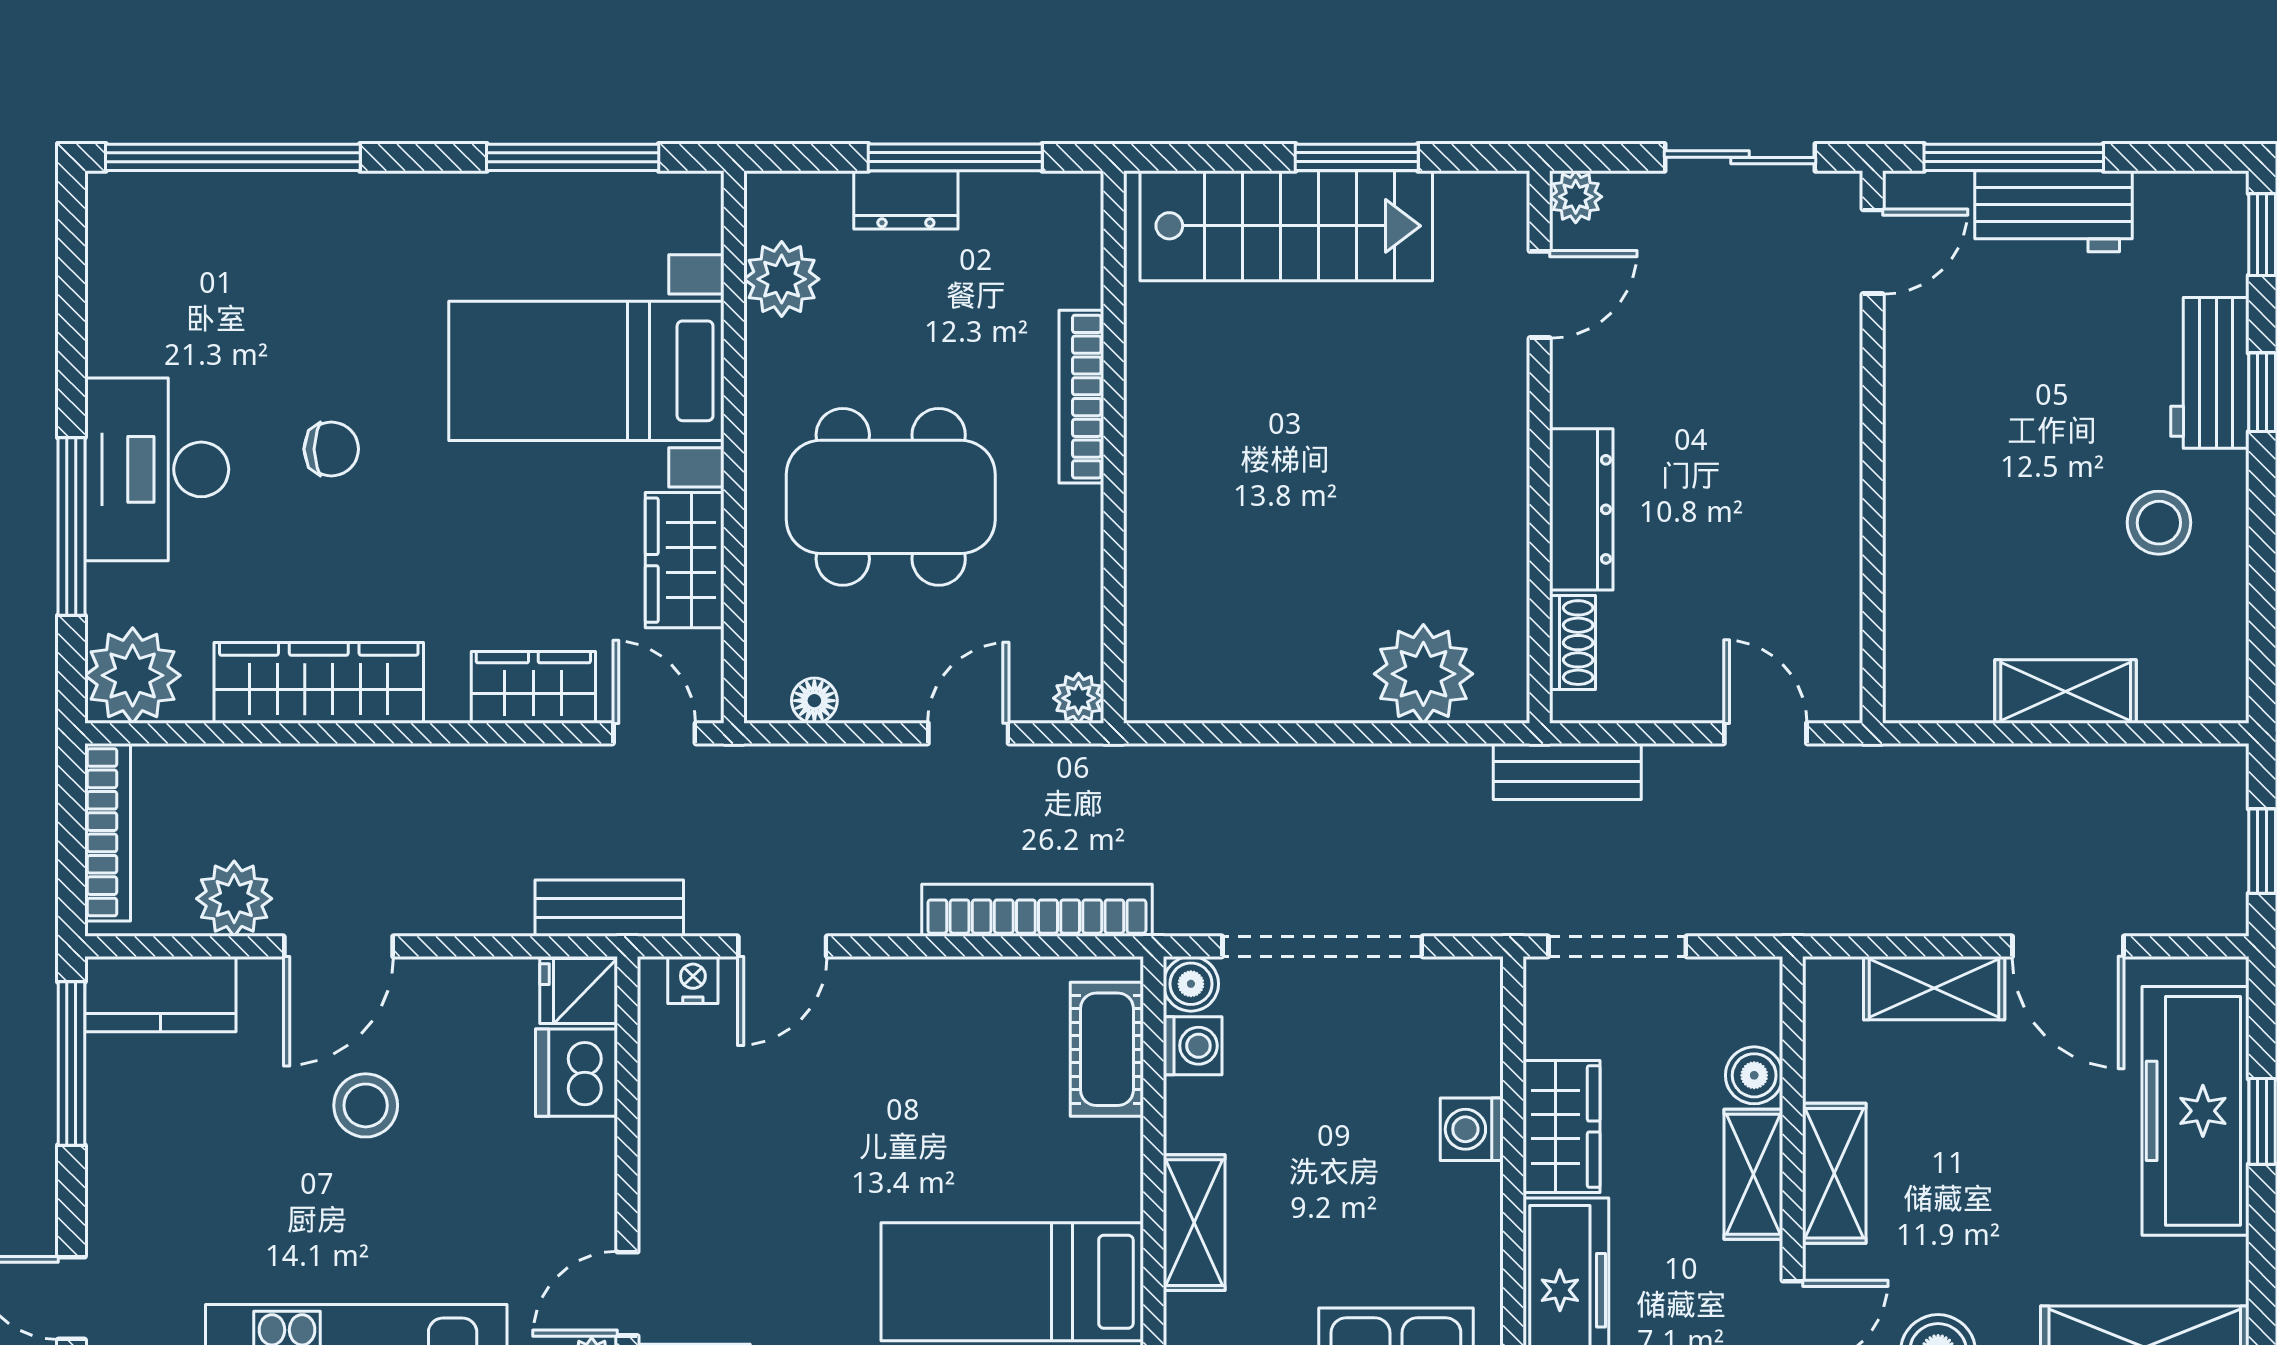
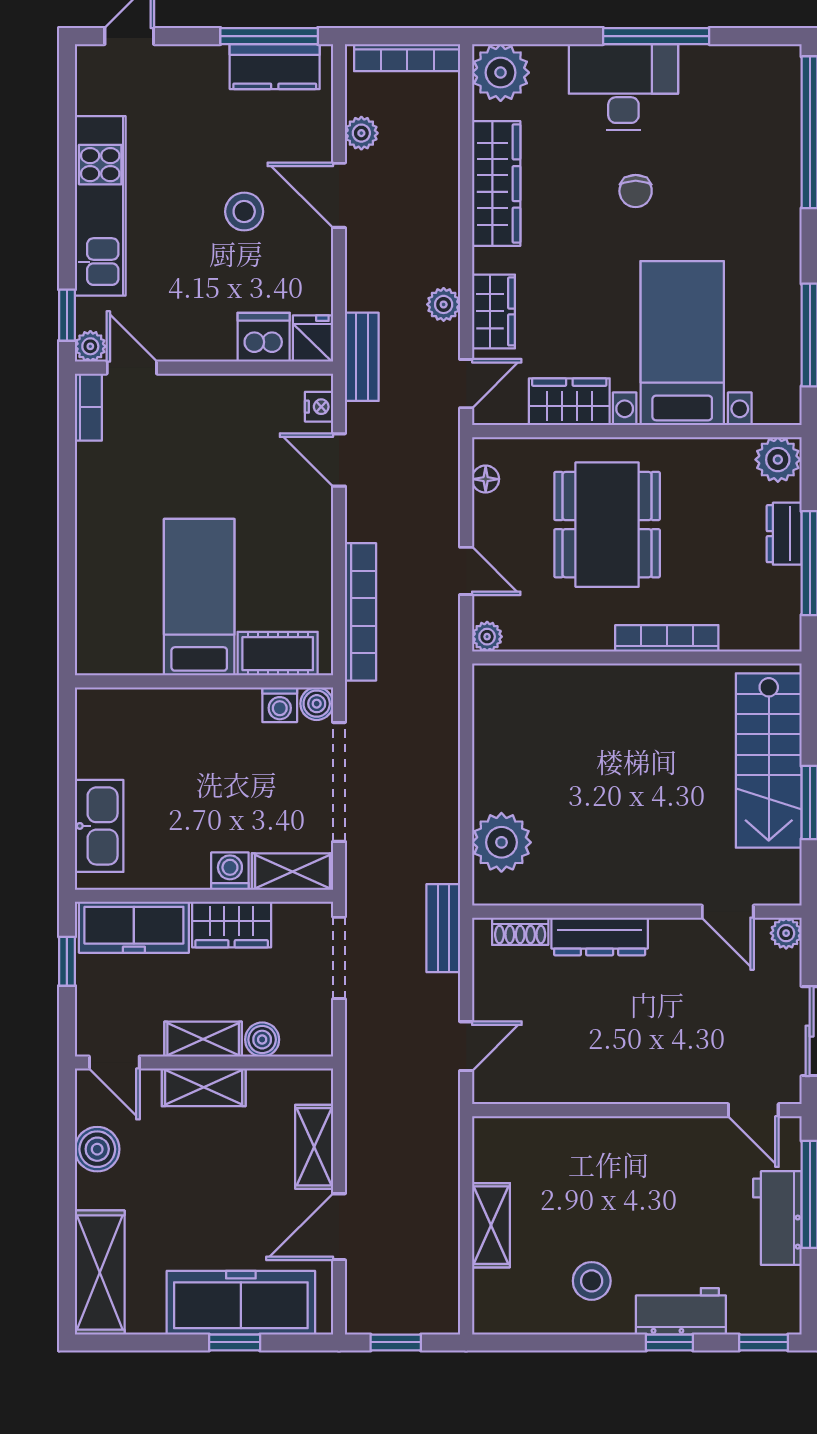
plant: (782, 279) -> (778, 460), moved
window: (71, 526) -> (656, 36), moved
plant: (522, 771) -> (444, 304), added
plant: (234, 899) -> (361, 133), width x0.73, depth x0.73
kitchen counter: (160, 994) -> (275, 67), moved, turned -90
shelving: (1194, 1223) -> (292, 872), moved
bed: (1012, 1282) -> (199, 597), moved

